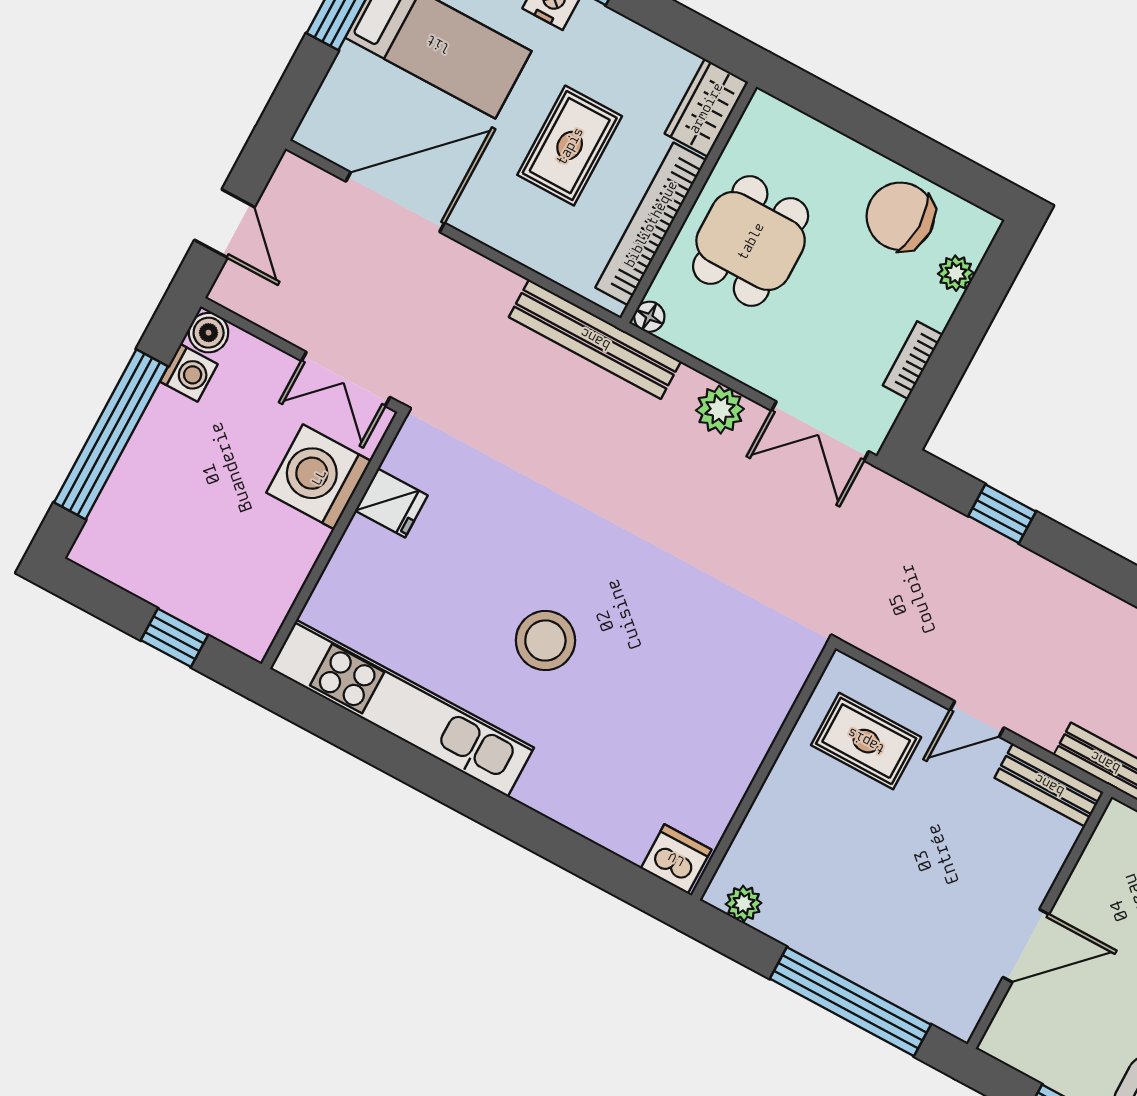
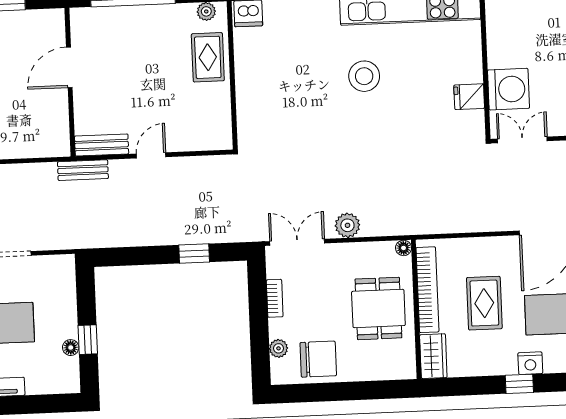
bench: (595, 339) -> (422, 224), removed
rug: (866, 741) -> (208, 57), moved, turned 90

